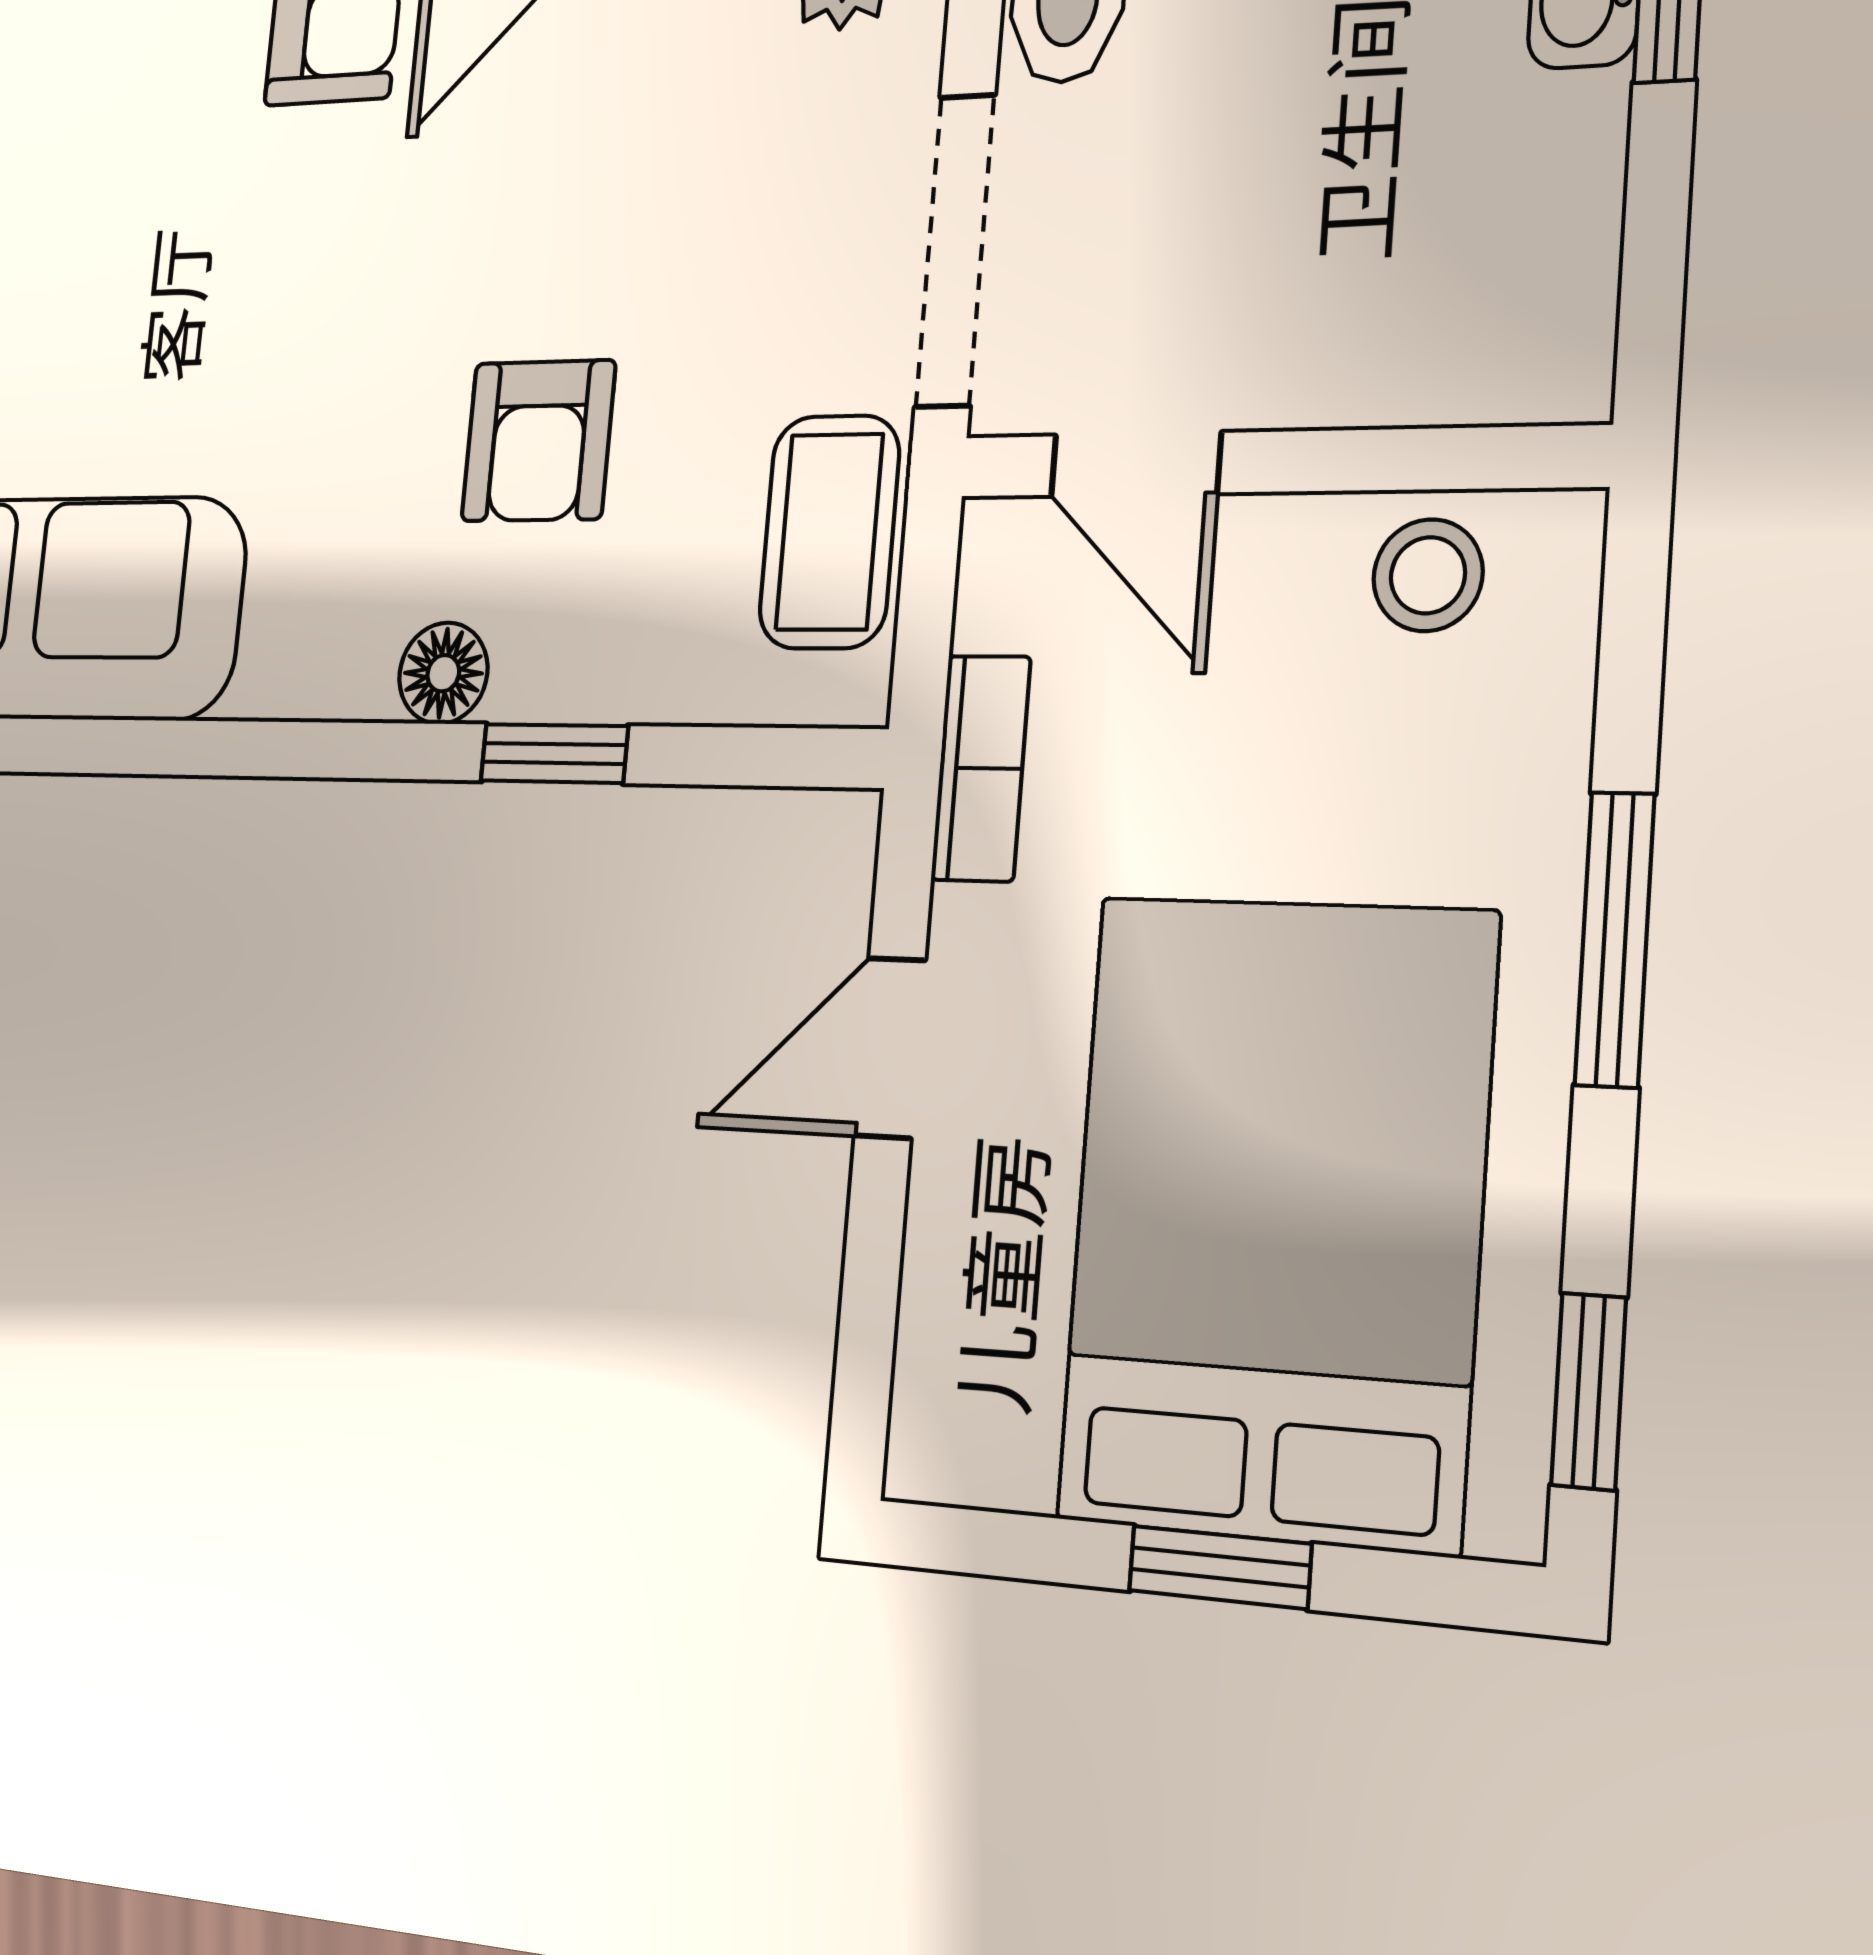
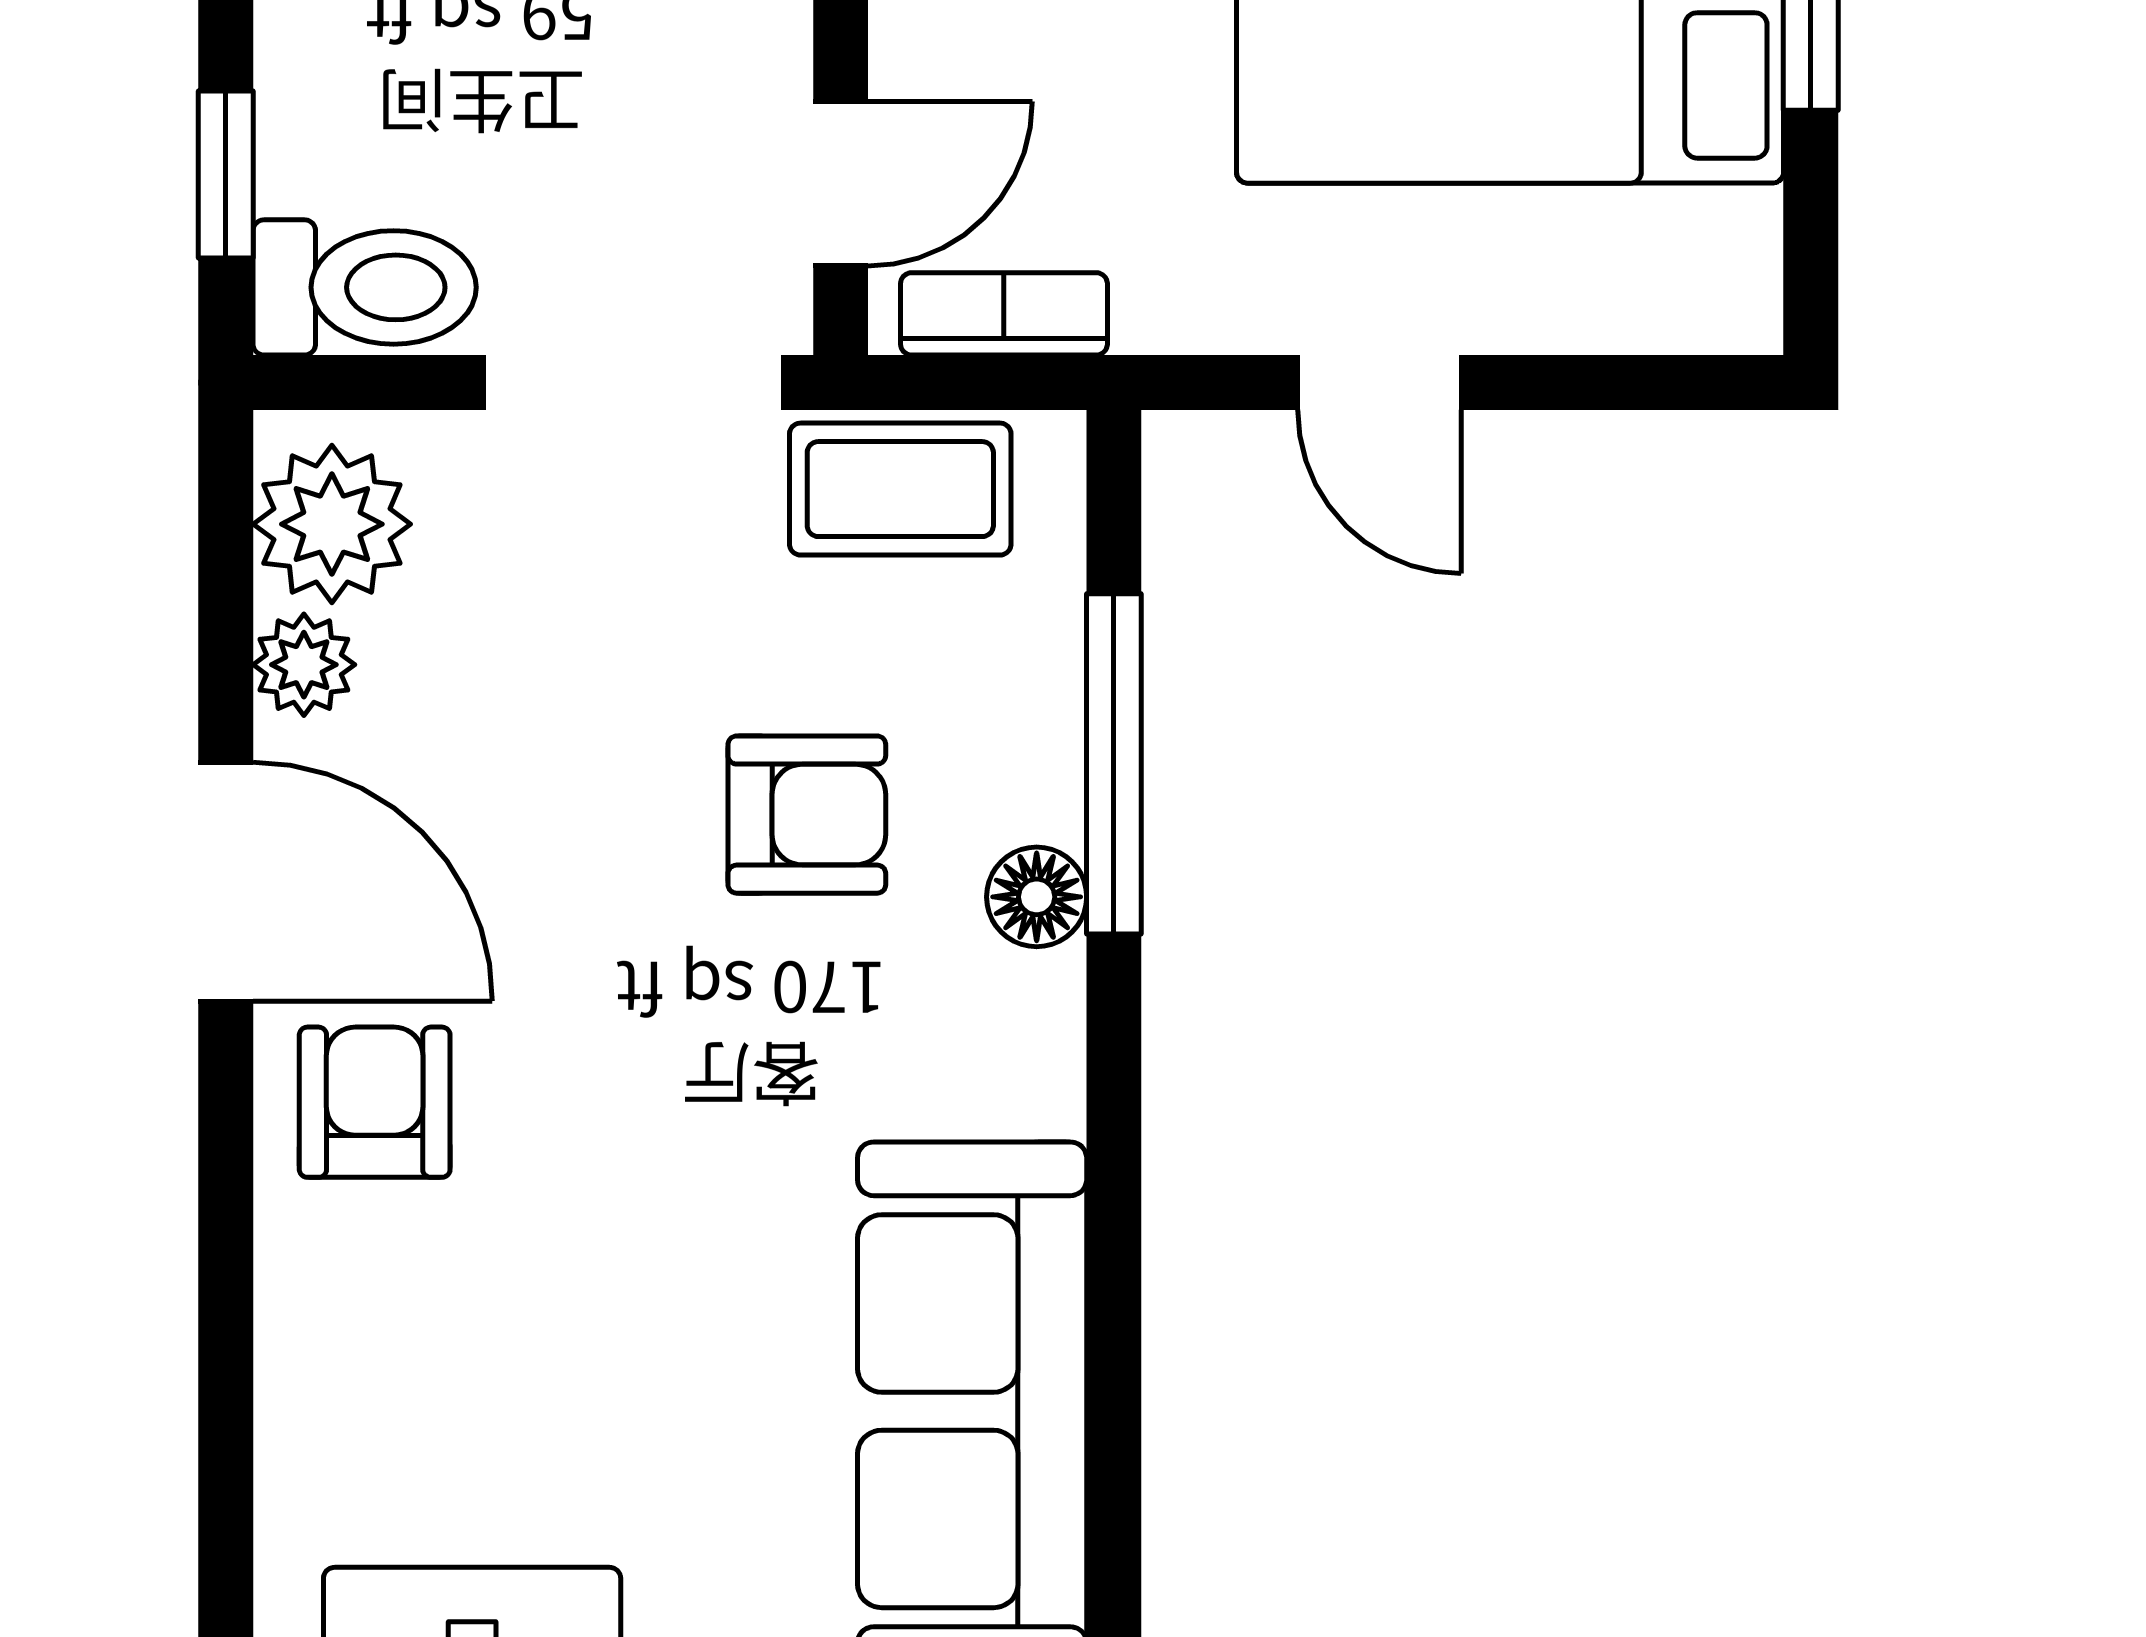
window: (554, 754) -> (1114, 764), width x2.17
bookcase: (981, 768) -> (1004, 314), moved

